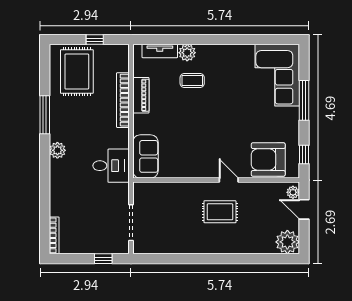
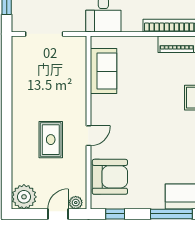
sofa: (145, 156) -> (103, 71), moved, turned -90
armchair: (268, 160) -> (110, 177), turned 90
rug: (220, 212) -> (51, 140), moved

